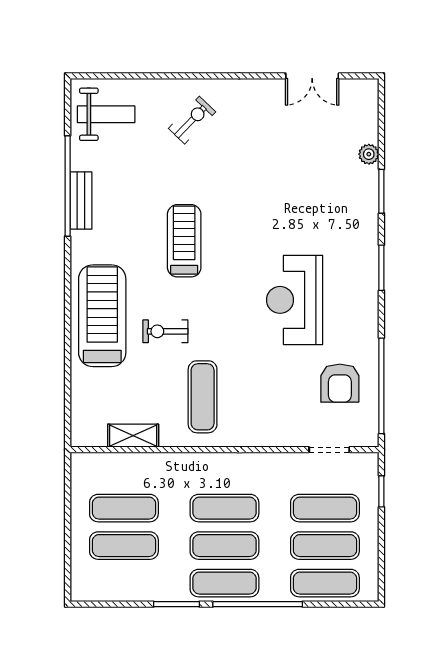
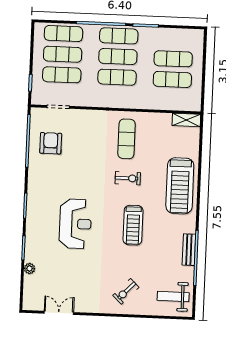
reception desk: (295, 300) -> (75, 224), moved
exercise bike: (165, 331) -> (128, 178), moved
shelving: (133, 436) -> (186, 120), moved

